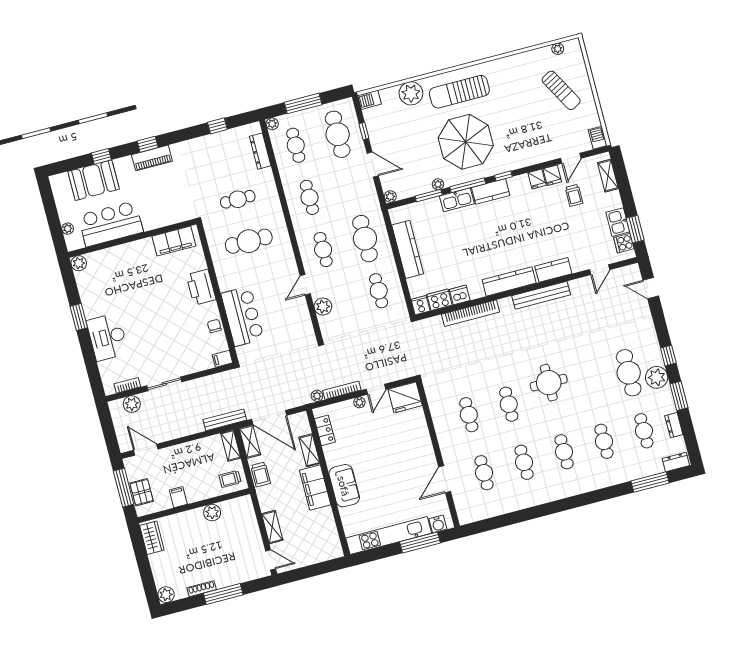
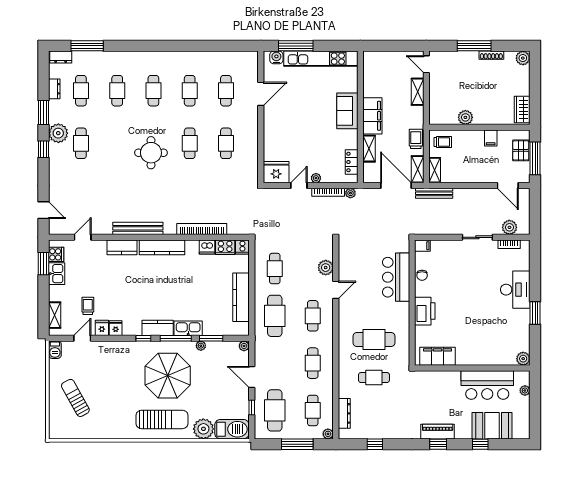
plant: (558, 49) -> (69, 434), removed
barbecue: (370, 100) -> (232, 429), width x1.88, depth x1.53
cafe table: (629, 373) -> (81, 143), width x0.73, depth x0.74

